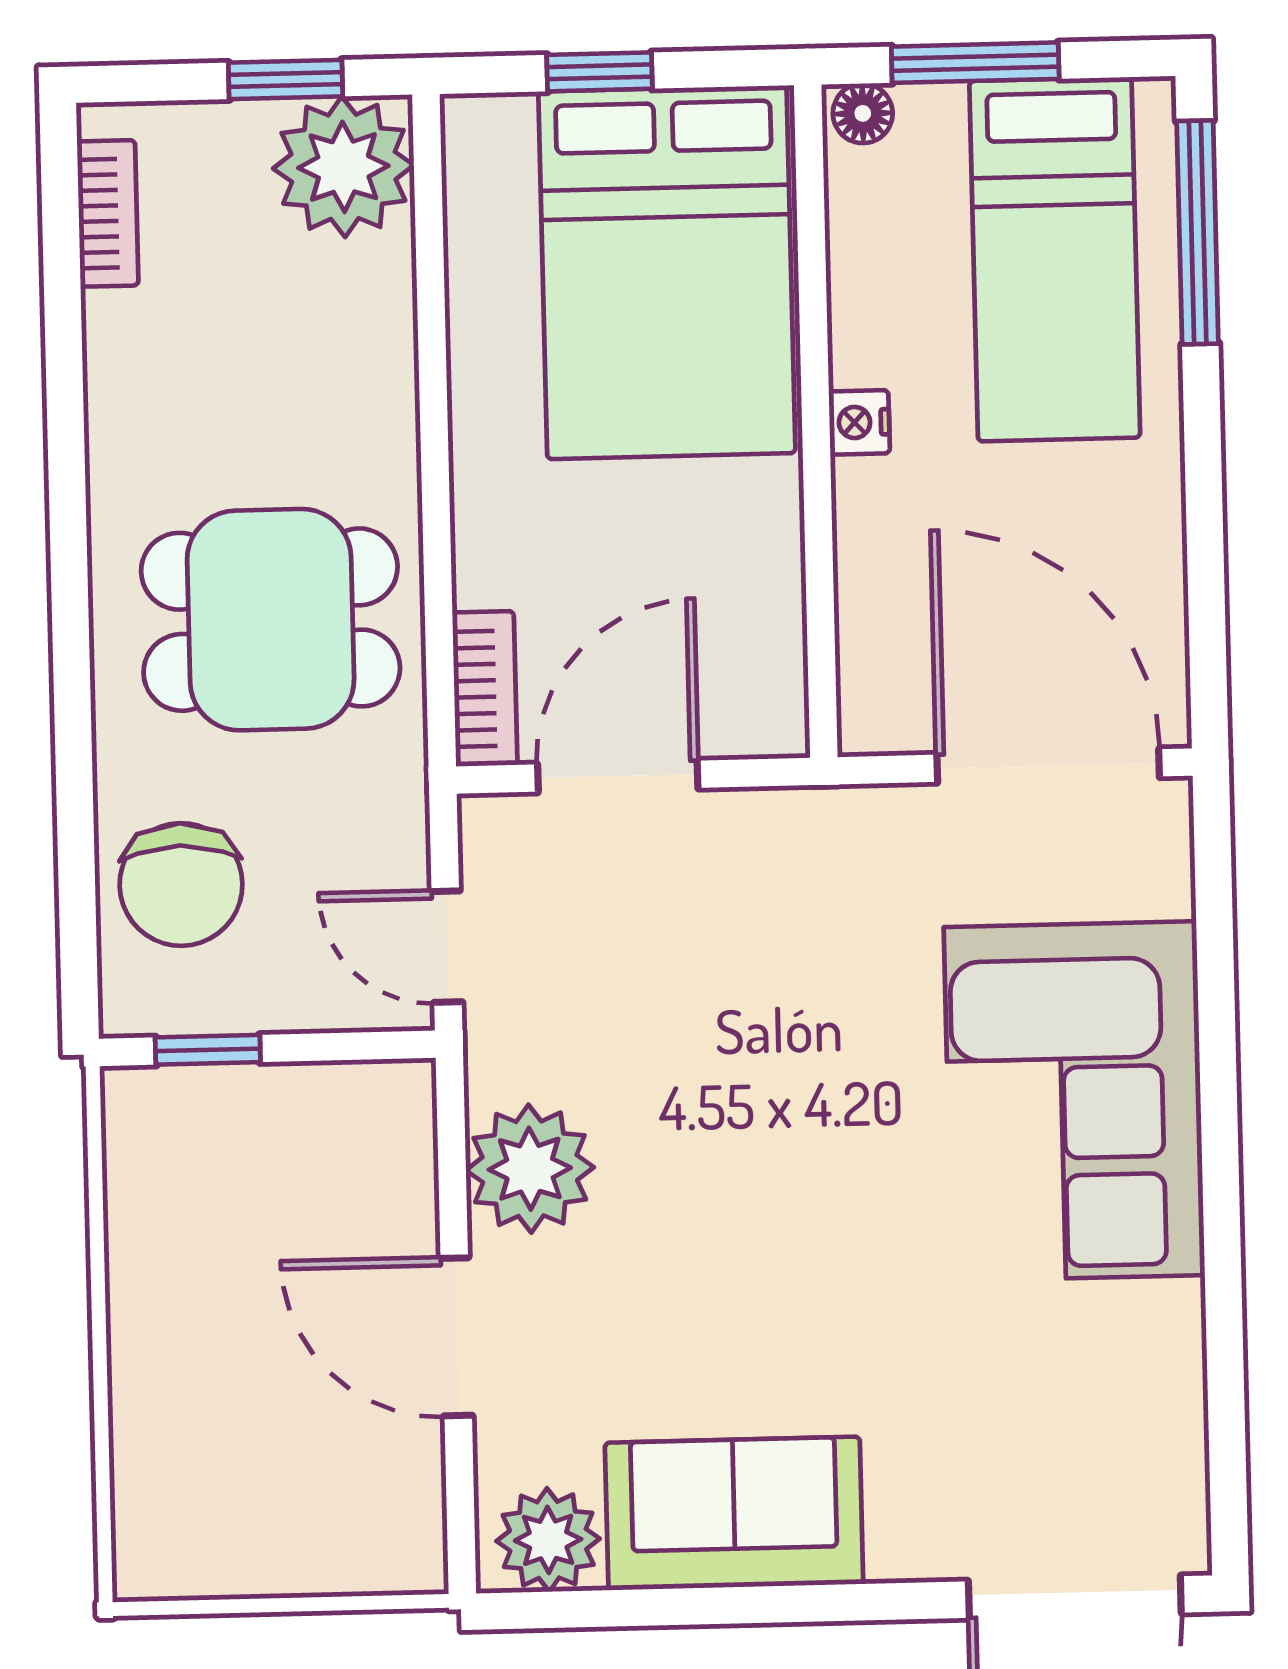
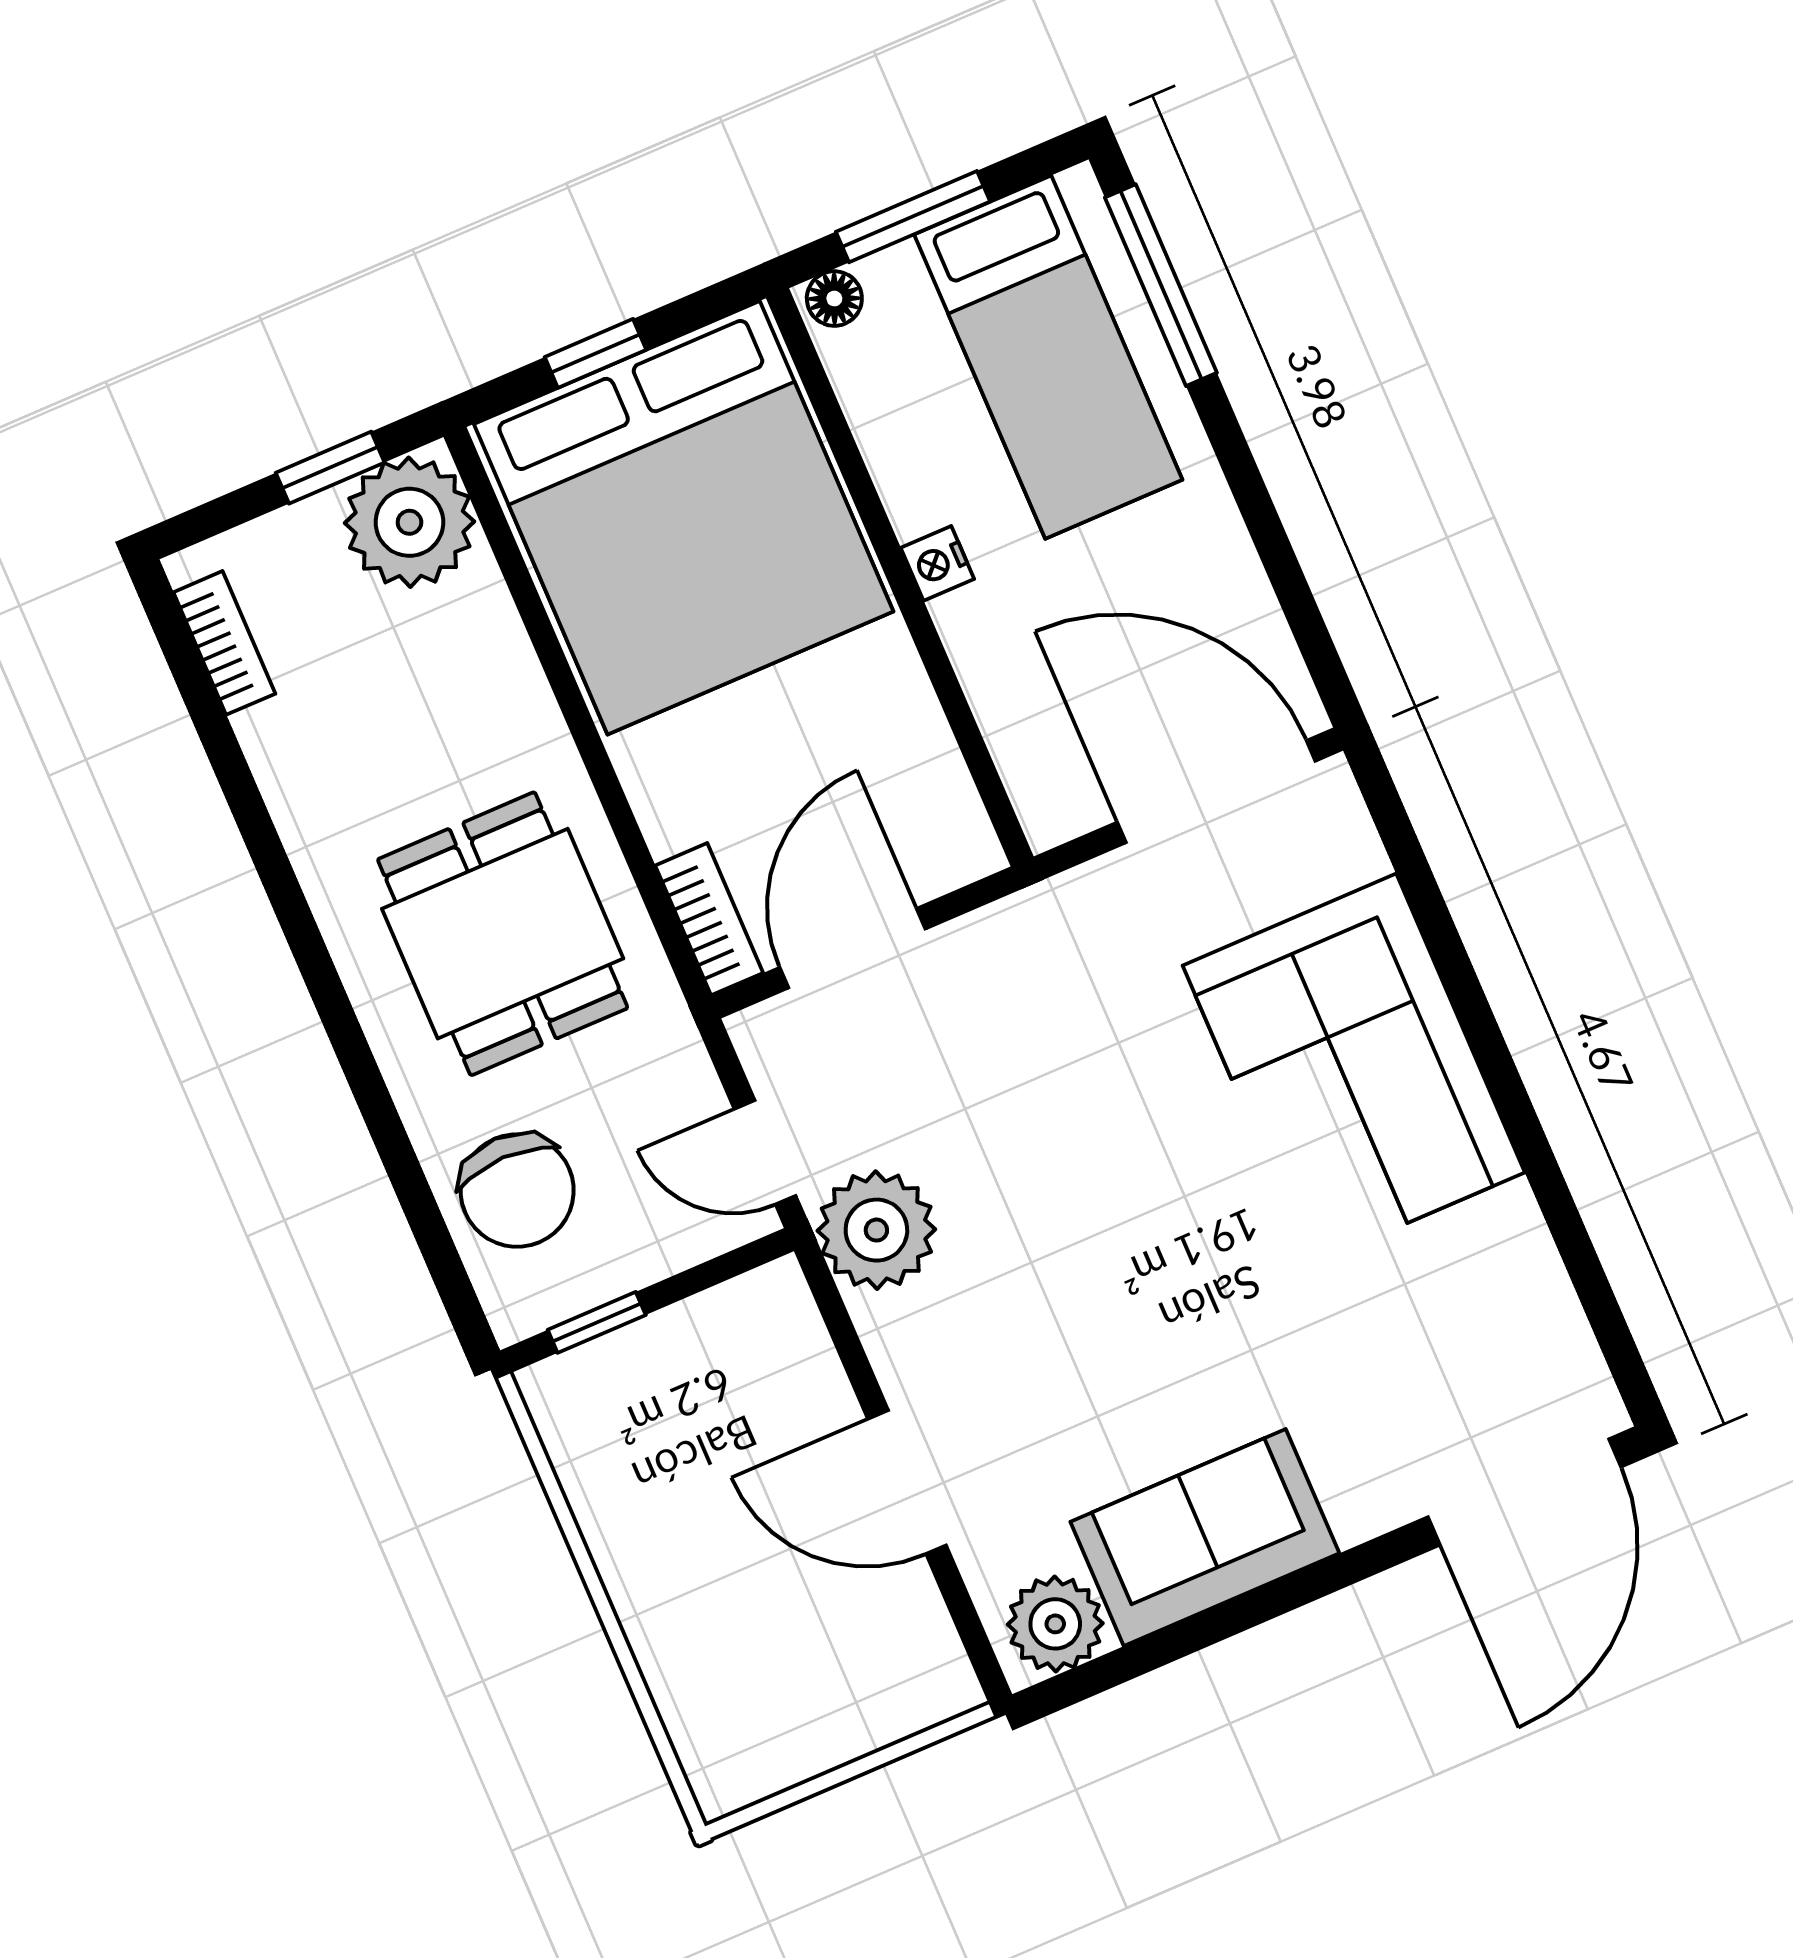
bed: (667, 272) -> (684, 518), width x1.36
dining table: (271, 620) -> (503, 934), turned 90
plant: (530, 1169) -> (876, 1230), moved

